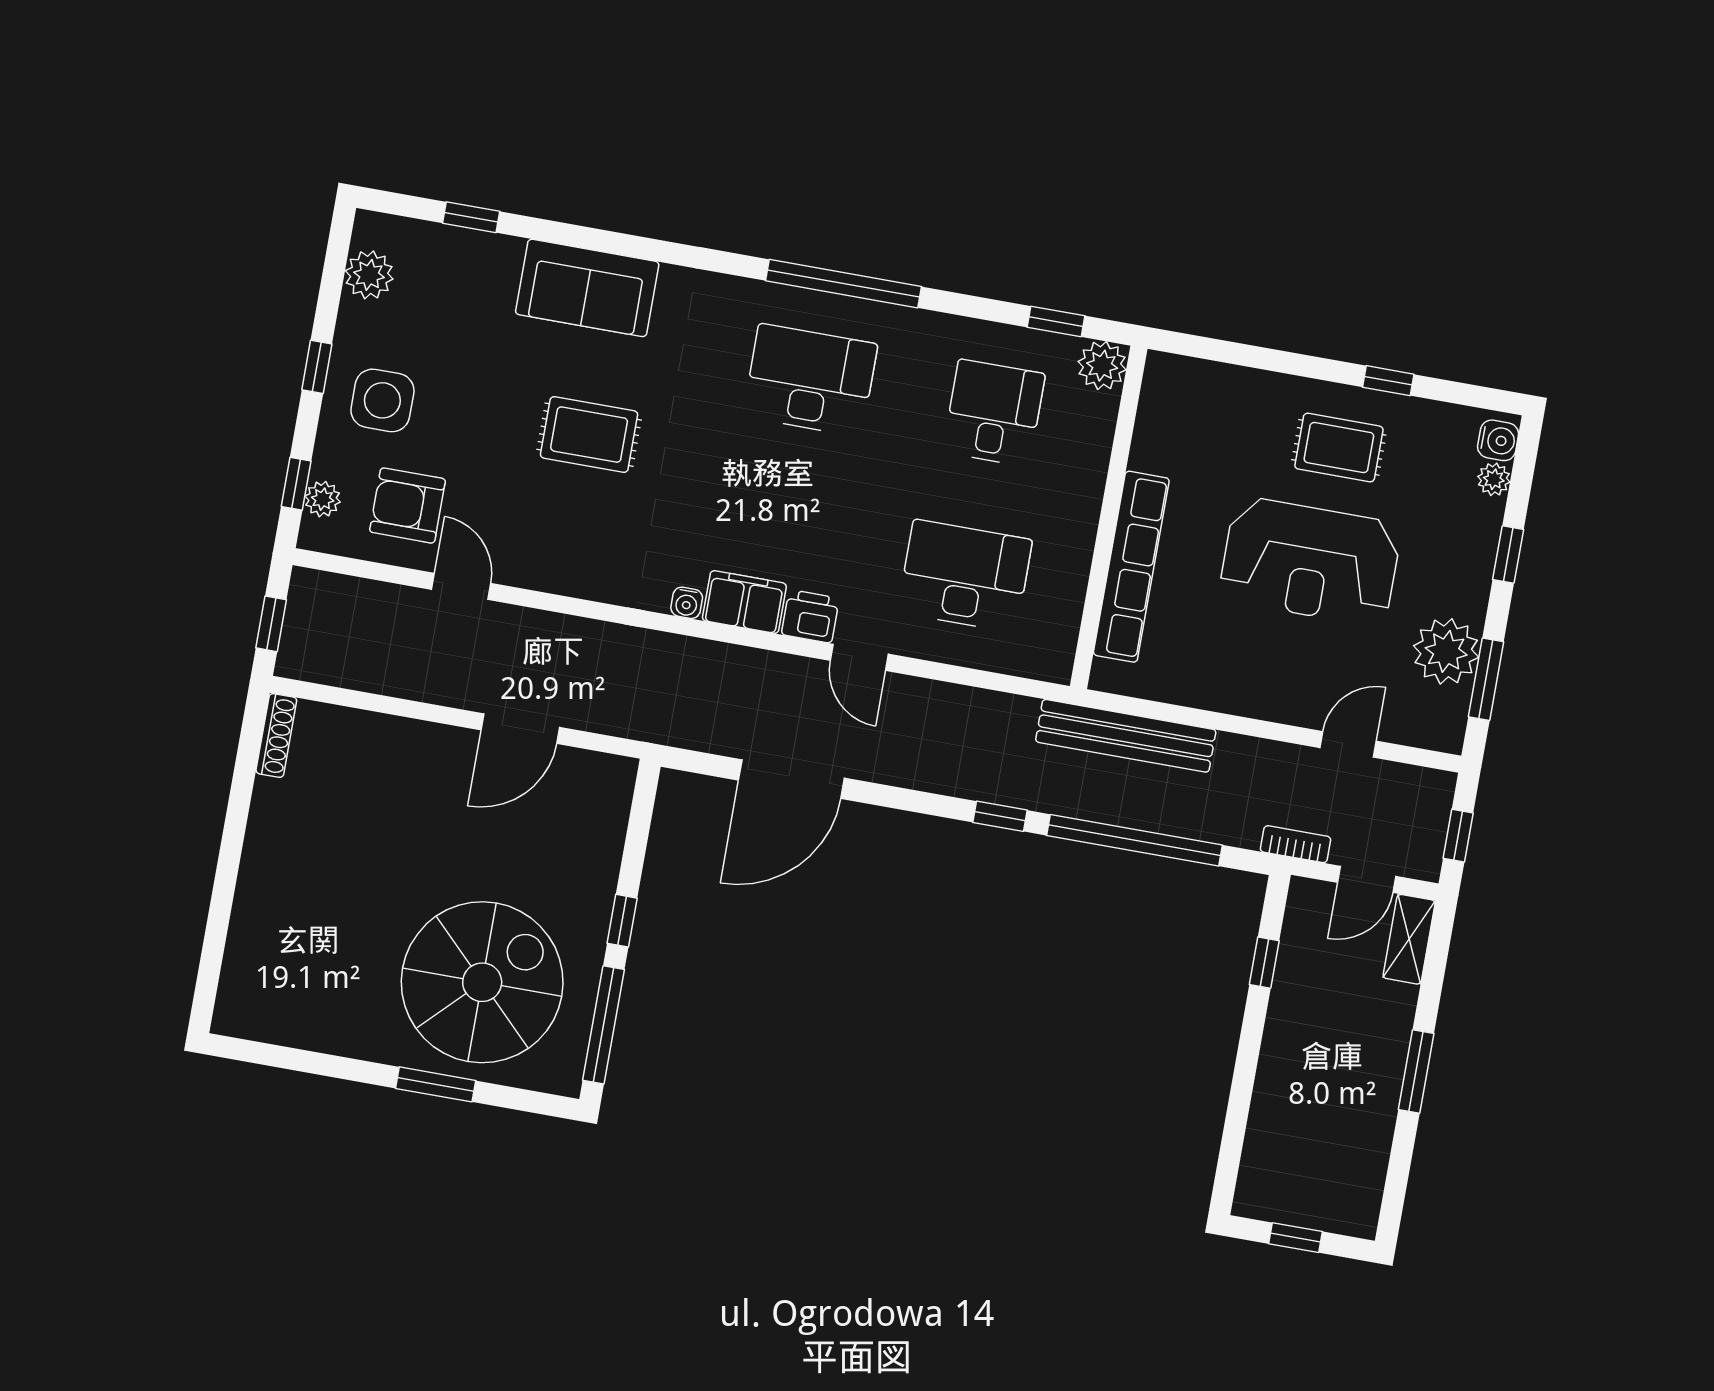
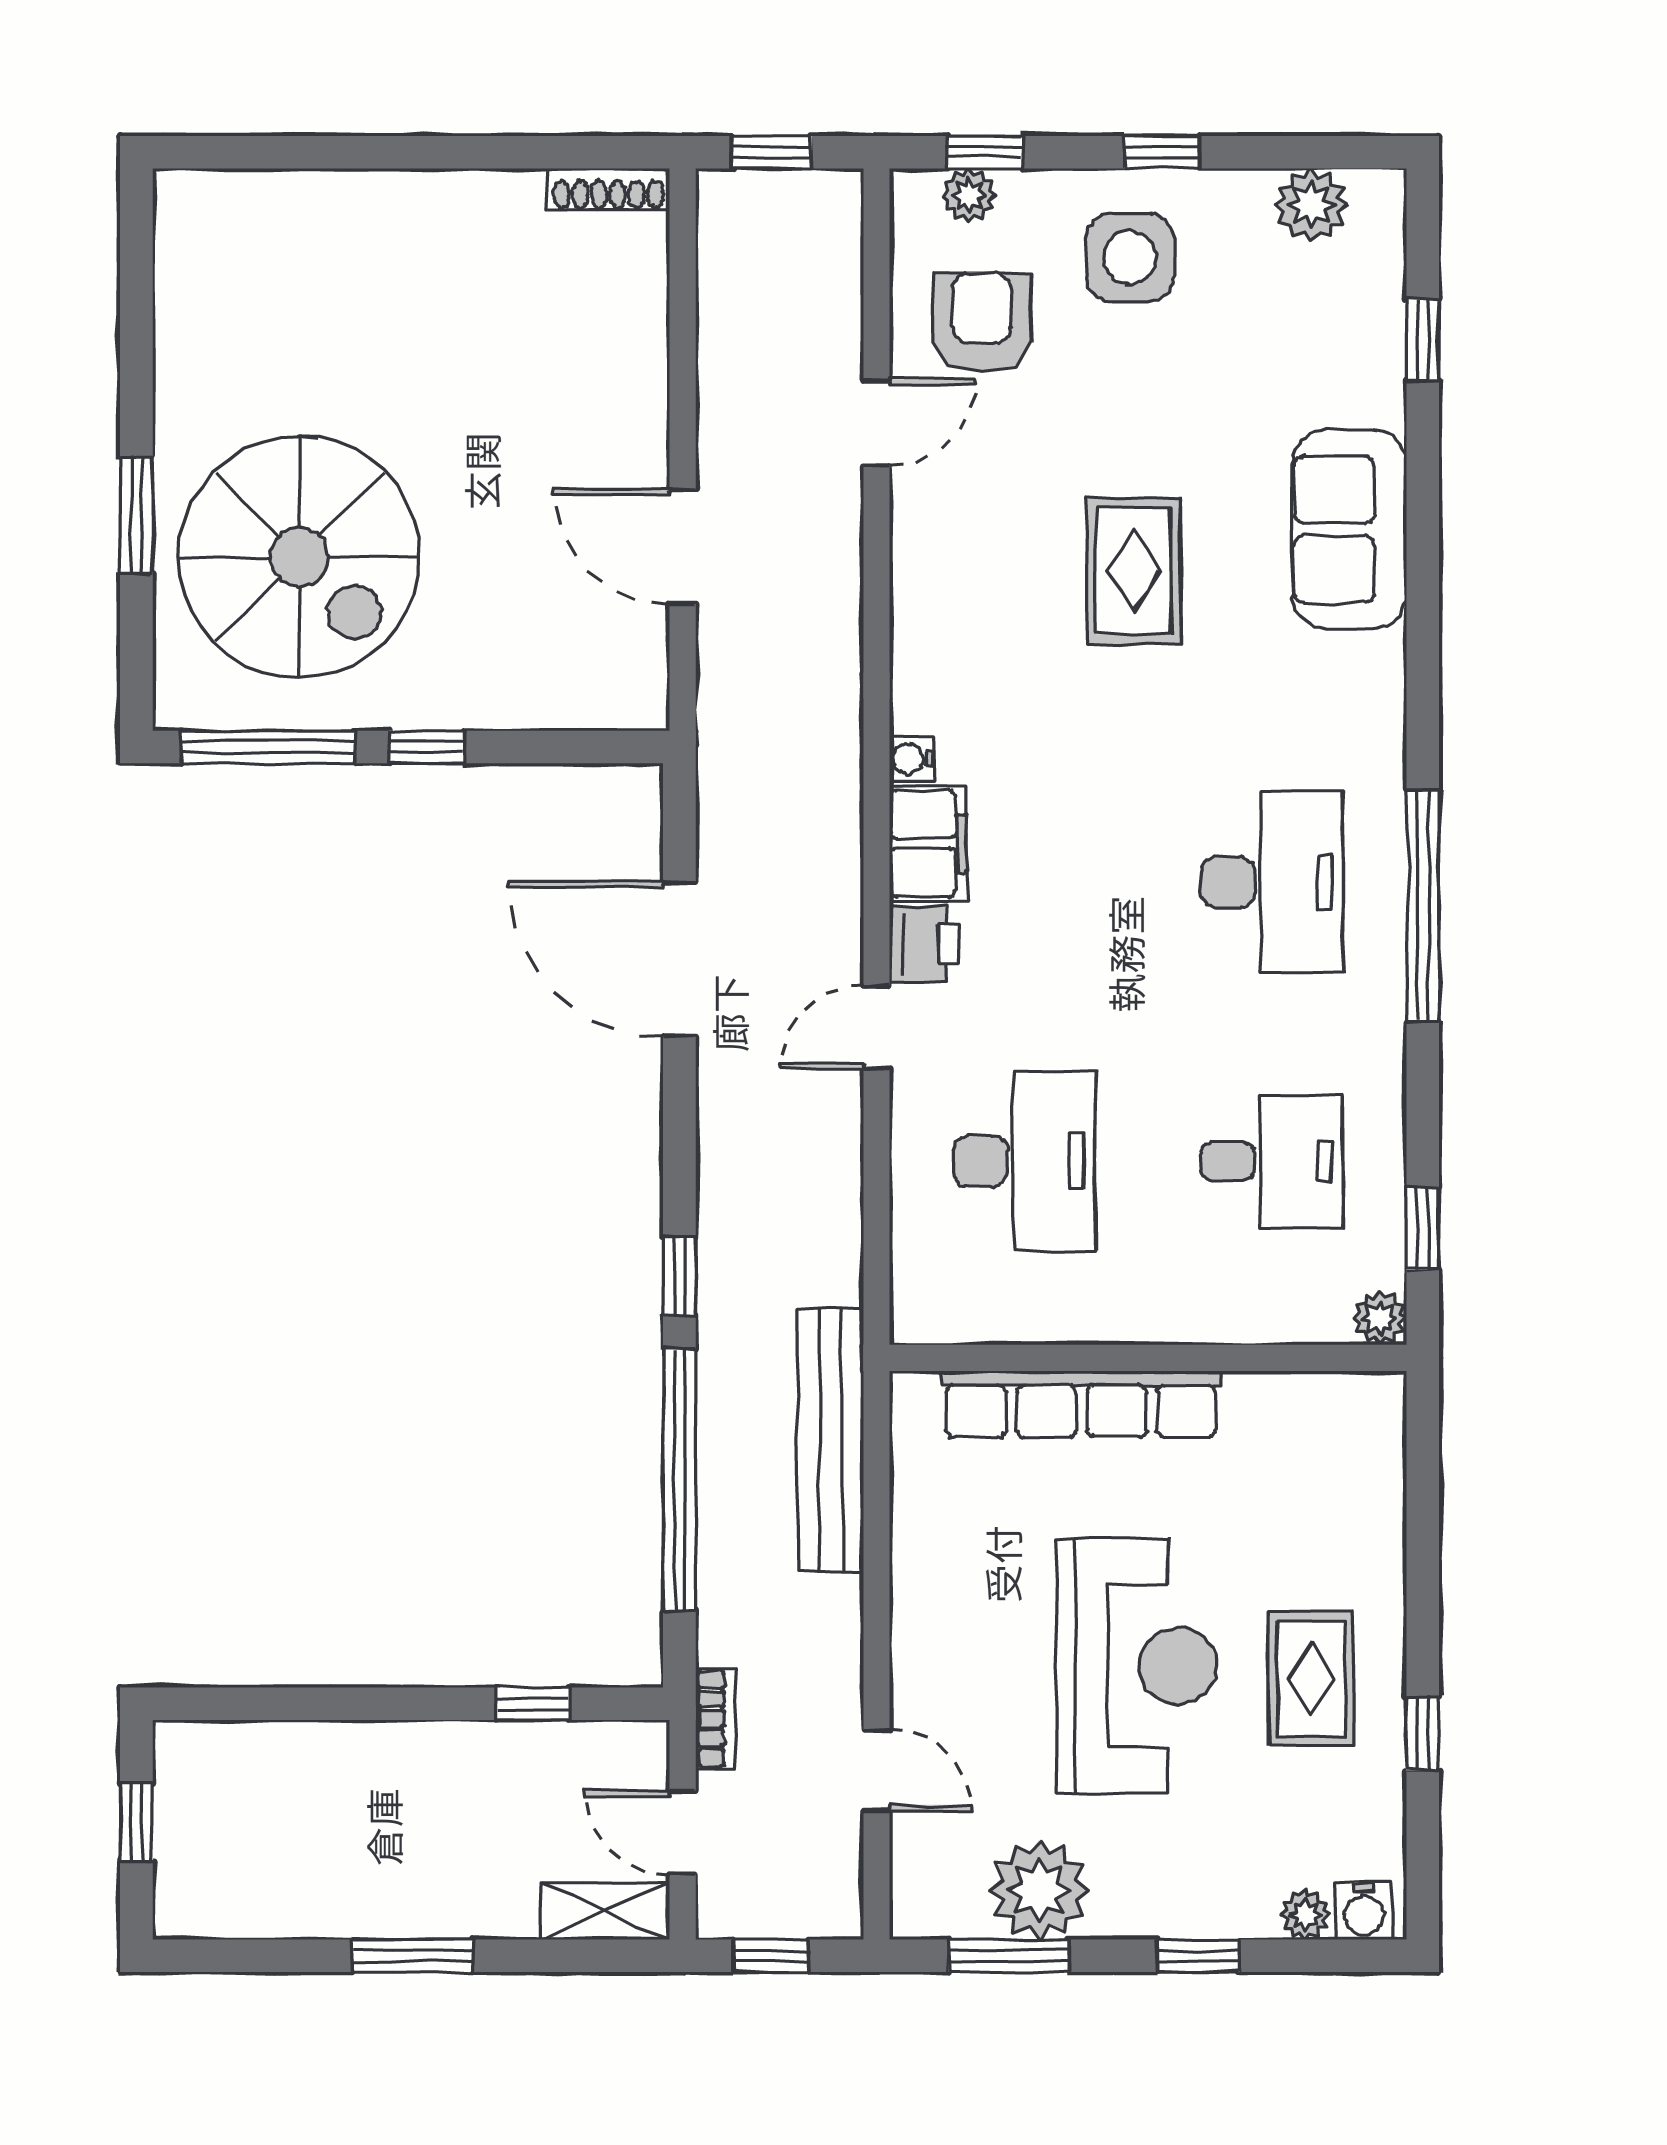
plant: (1102, 366) -> (1380, 1318), width x0.73, depth x0.73
reception desk: (1310, 562) -> (1136, 1666), turned 180

